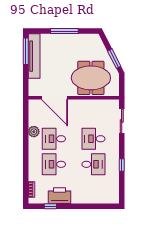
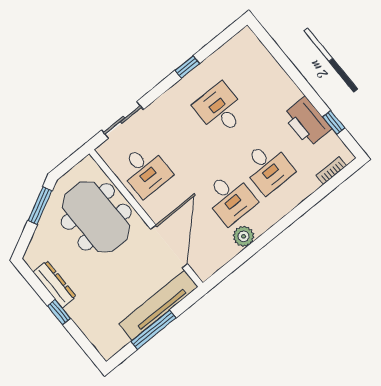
window: (64, 31) -> (59, 312), width x0.46
dresser: (77, 38) -> (55, 284), added
window: (26, 51) -> (153, 330), moved
tv unit: (34, 56) -> (158, 305), moved
desk: (93, 139) -> (145, 171), moved

